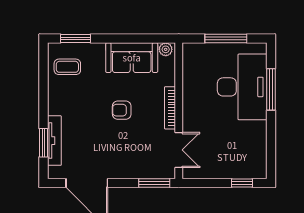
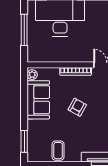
coffee table: (67, 67) -> (58, 151), moved
armchair: (122, 110) -> (77, 107), turned -151

